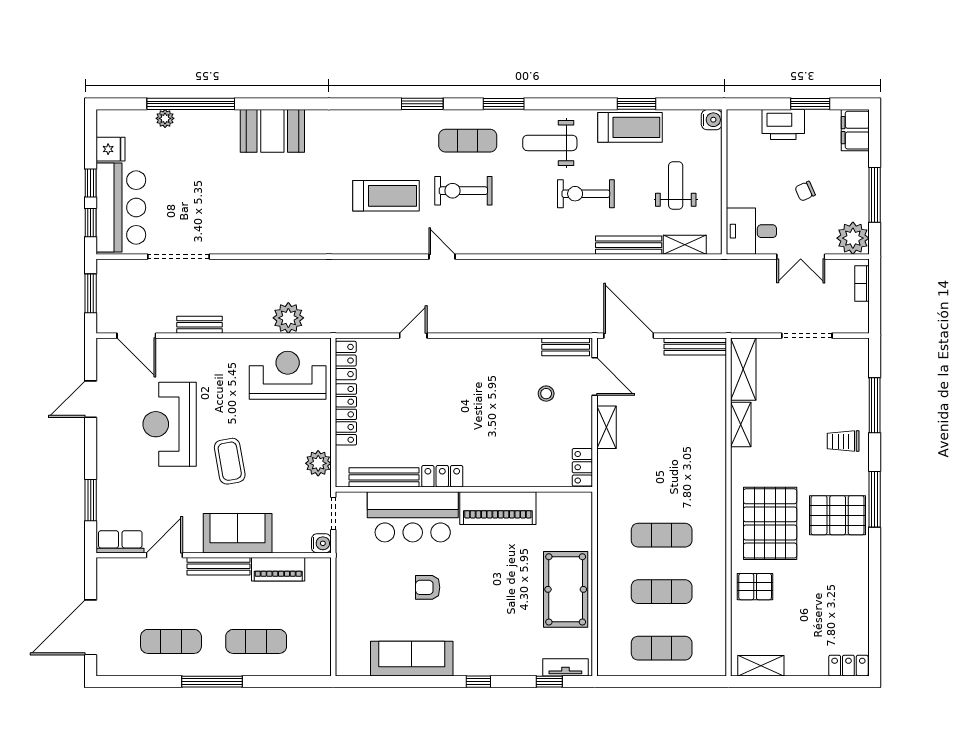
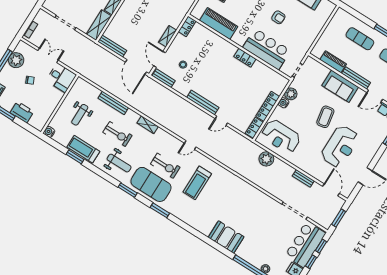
exercise mat: (468, 141) -> (151, 184), width x2.00, depth x1.45
treadmill: (386, 196) -> (197, 183), turned -90
plant: (853, 238) -> (16, 60), moved
shelving: (685, 245) -> (148, 125), moved
door: (442, 257) -> (190, 145), hinge flipped
bench: (384, 477) -> (203, 103), moved
piano: (498, 508) -> (219, 24), moved
water cooler: (321, 543) -> (284, 103), moved

